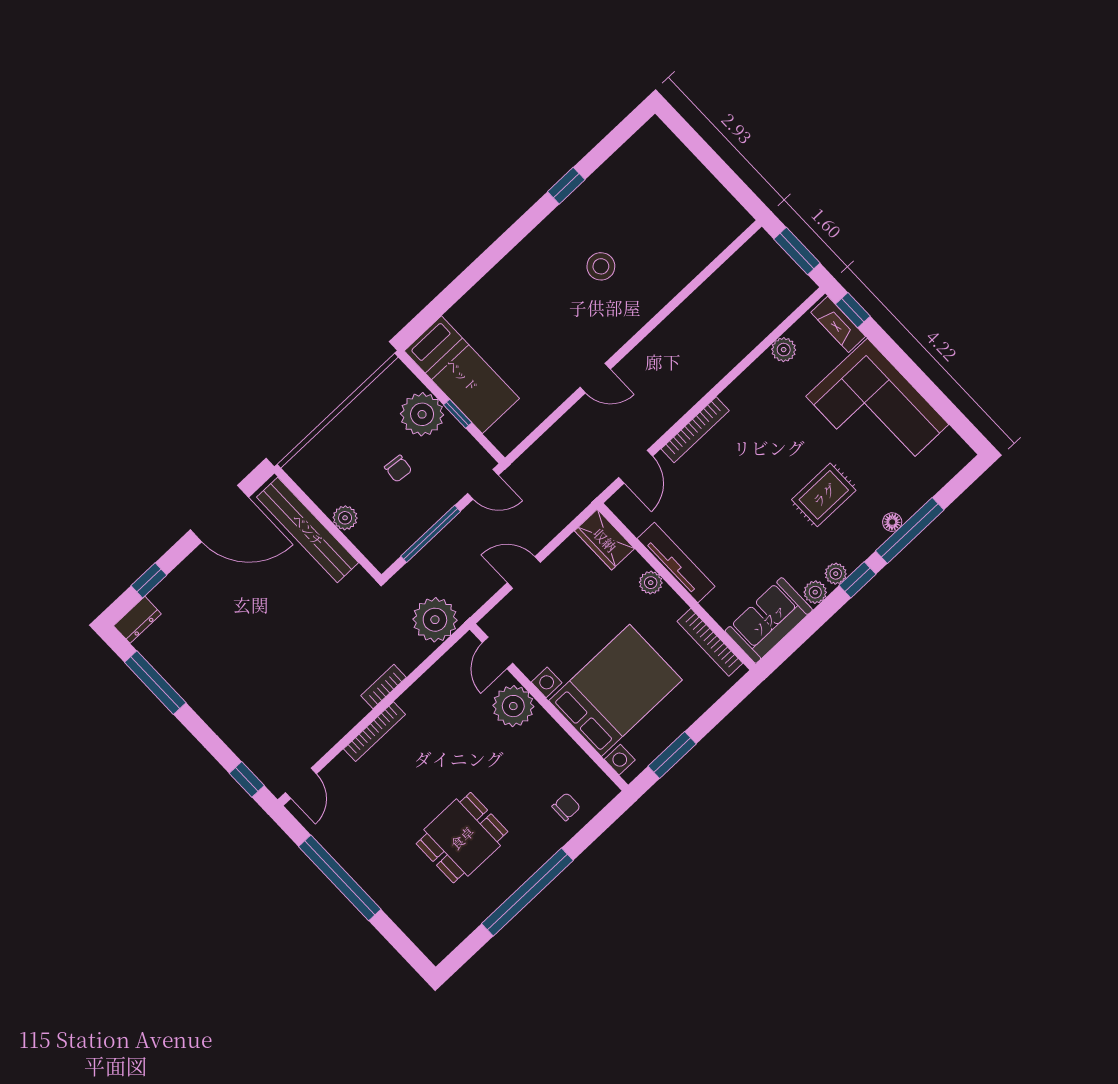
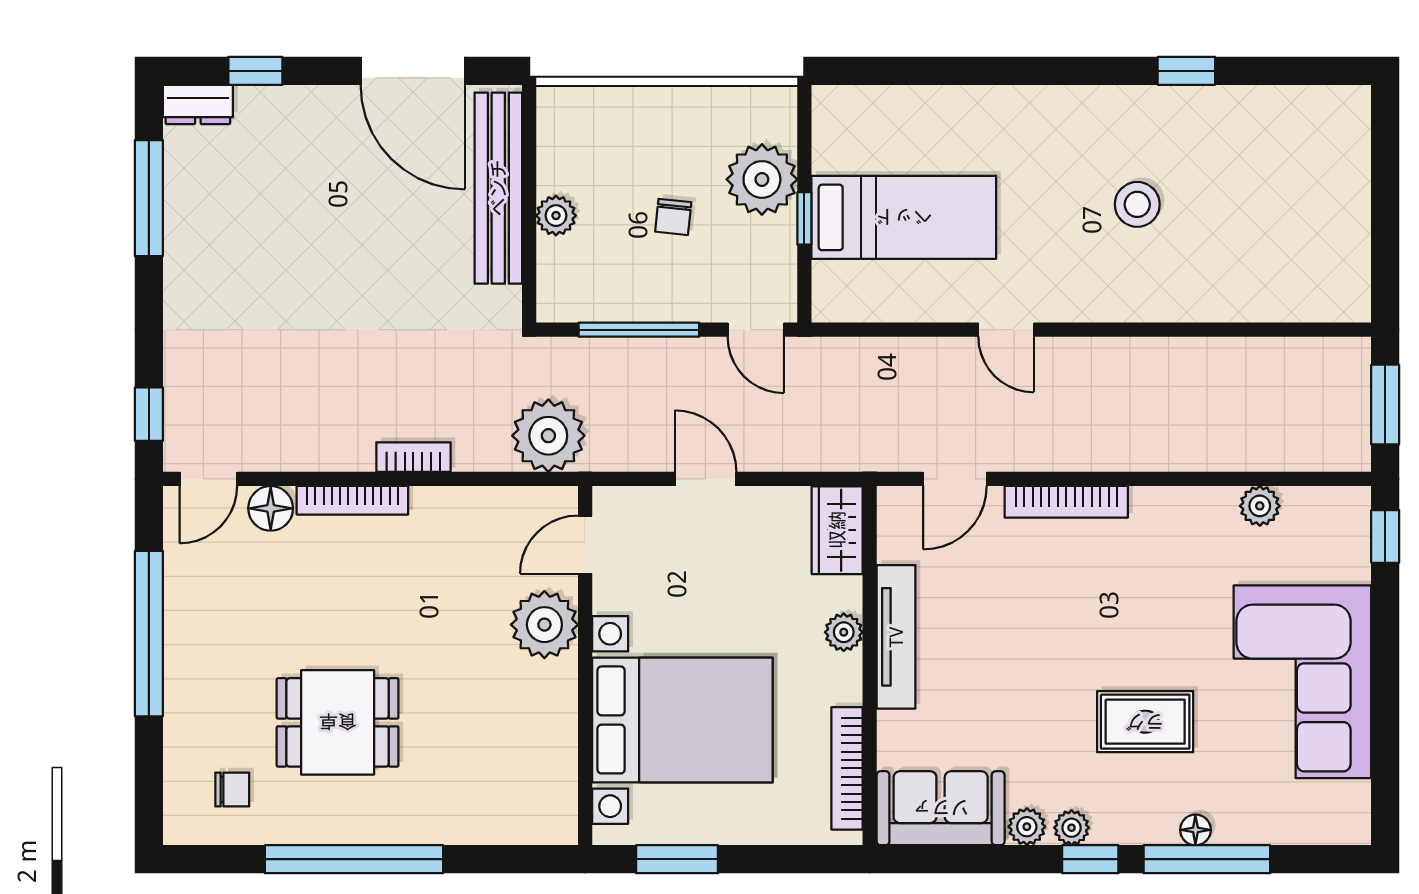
fireplace: (838, 324) -> (1352, 537), removed
bed: (462, 375) -> (904, 217), moved, turned -90
floor lamp: (341, 770) -> (271, 508), added
chair: (566, 807) -> (232, 790), moved

